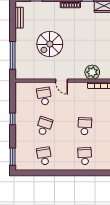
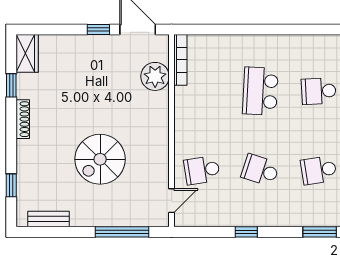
spiral stairs: (50, 44) -> (100, 159), turned 90
door: (62, 81) -> (172, 201), moved
school desk: (85, 126) -> (260, 91), width x1.85

